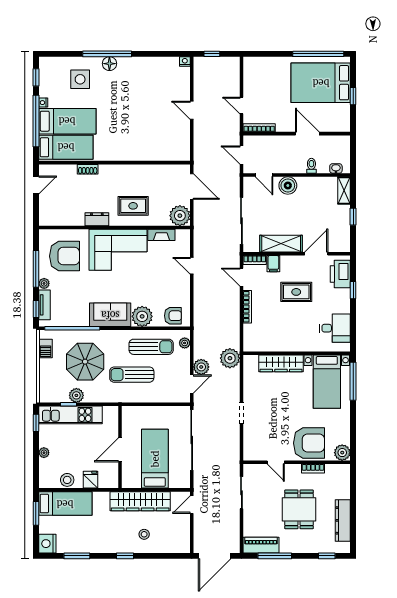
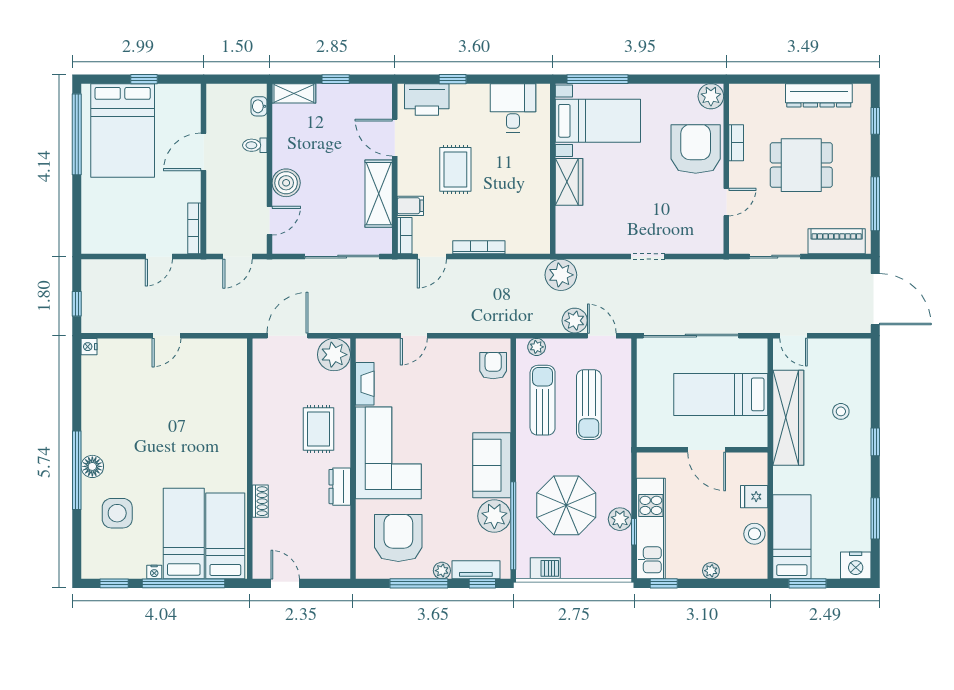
plant: (142, 316) -> (494, 516), moved
wardrobe: (281, 363) -> (569, 182), width x0.67
sun lounger: (132, 375) -> (589, 405), moved
piano: (261, 545) -> (837, 241), moved, turned 90

